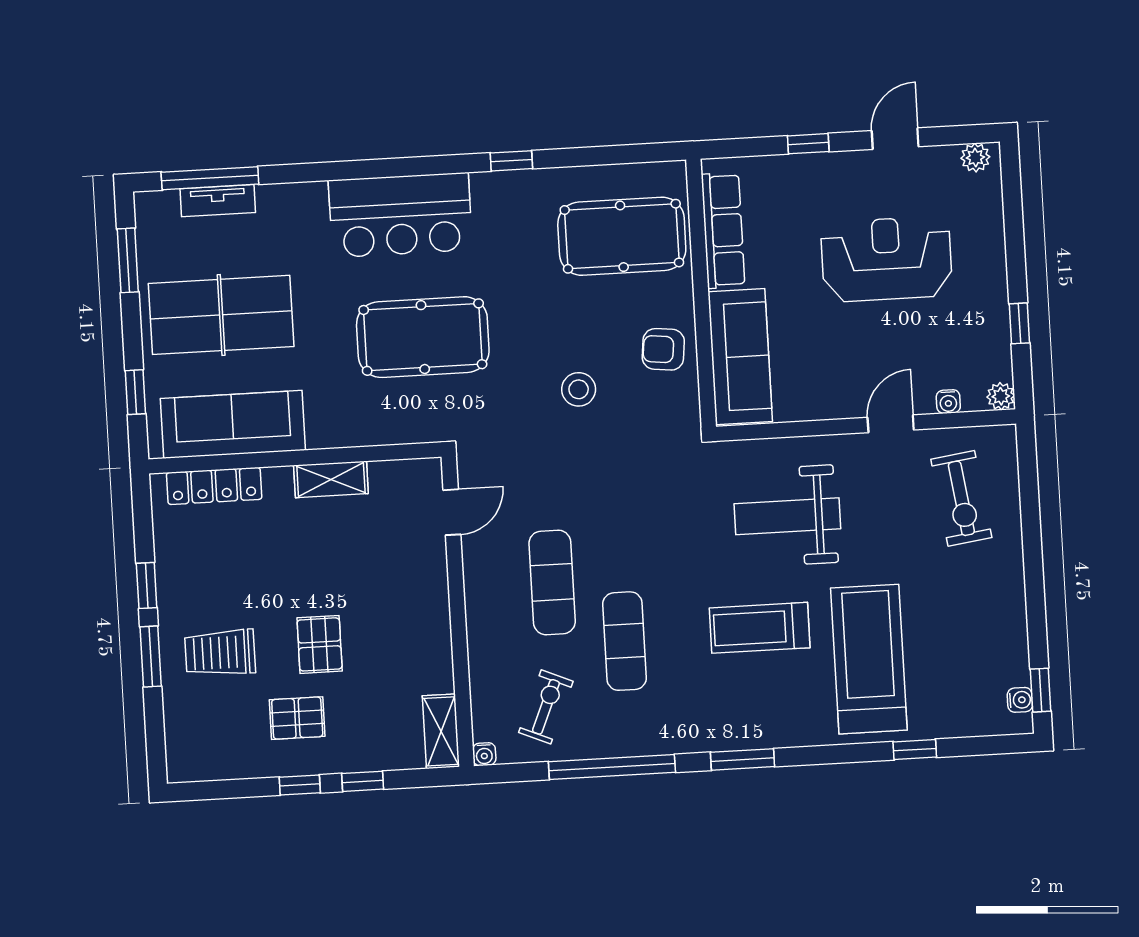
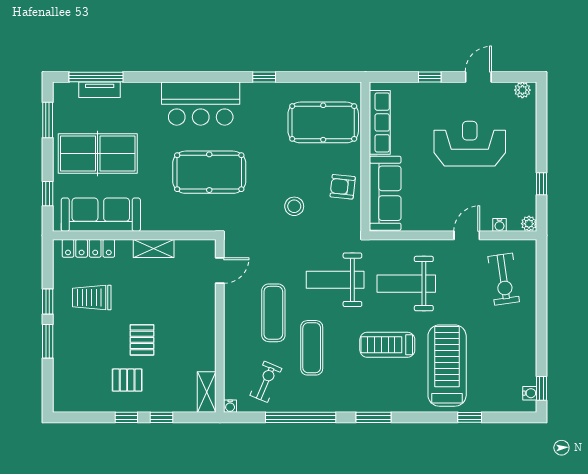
weight bench: (660, 517) -> (335, 280), added
trolley: (220, 653) -> (92, 298), moved

